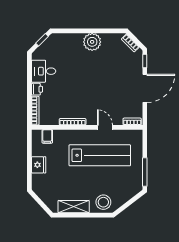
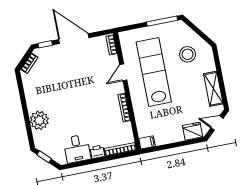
plant: (92, 42) -> (39, 120), moved
filing cabinet: (47, 136) -> (147, 142), moved
fridge: (39, 165) -> (193, 131), moved
stool: (103, 202) -> (188, 54), moved
door: (42, 204) -> (217, 123), added

